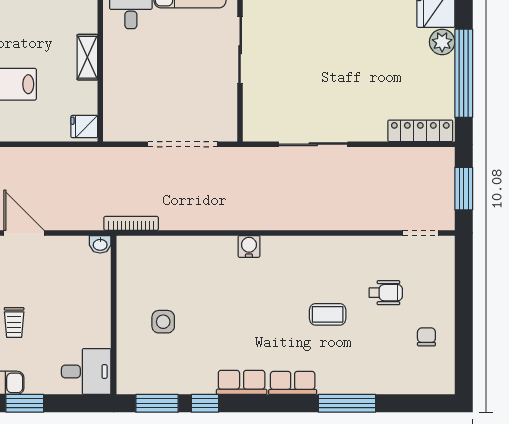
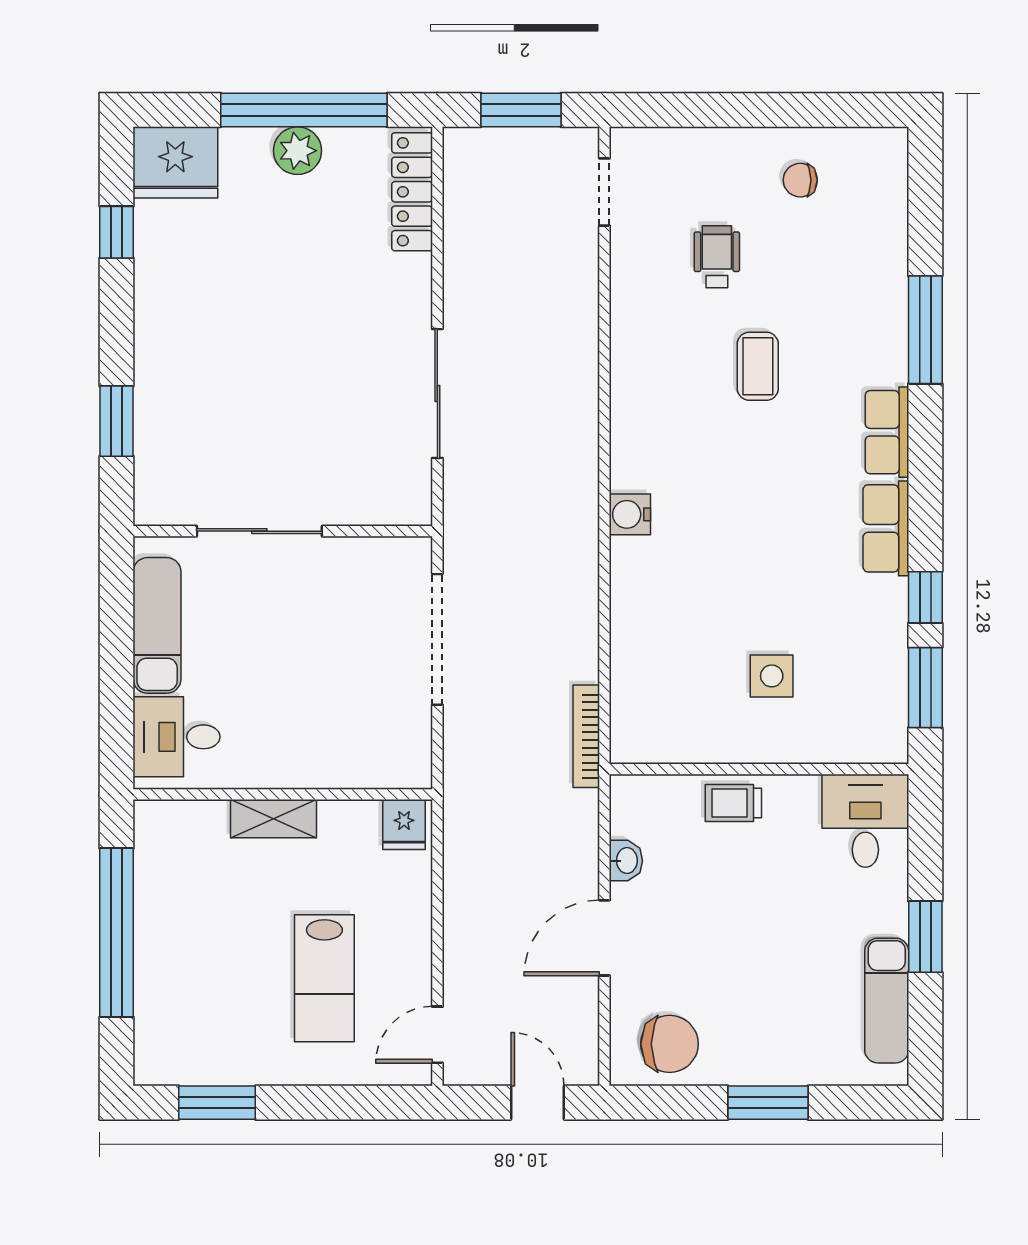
plant: (442, 42) -> (298, 151), moved
washbasin: (100, 244) -> (626, 861), moved
trolley: (14, 323) -> (733, 803), moved, turned 180

